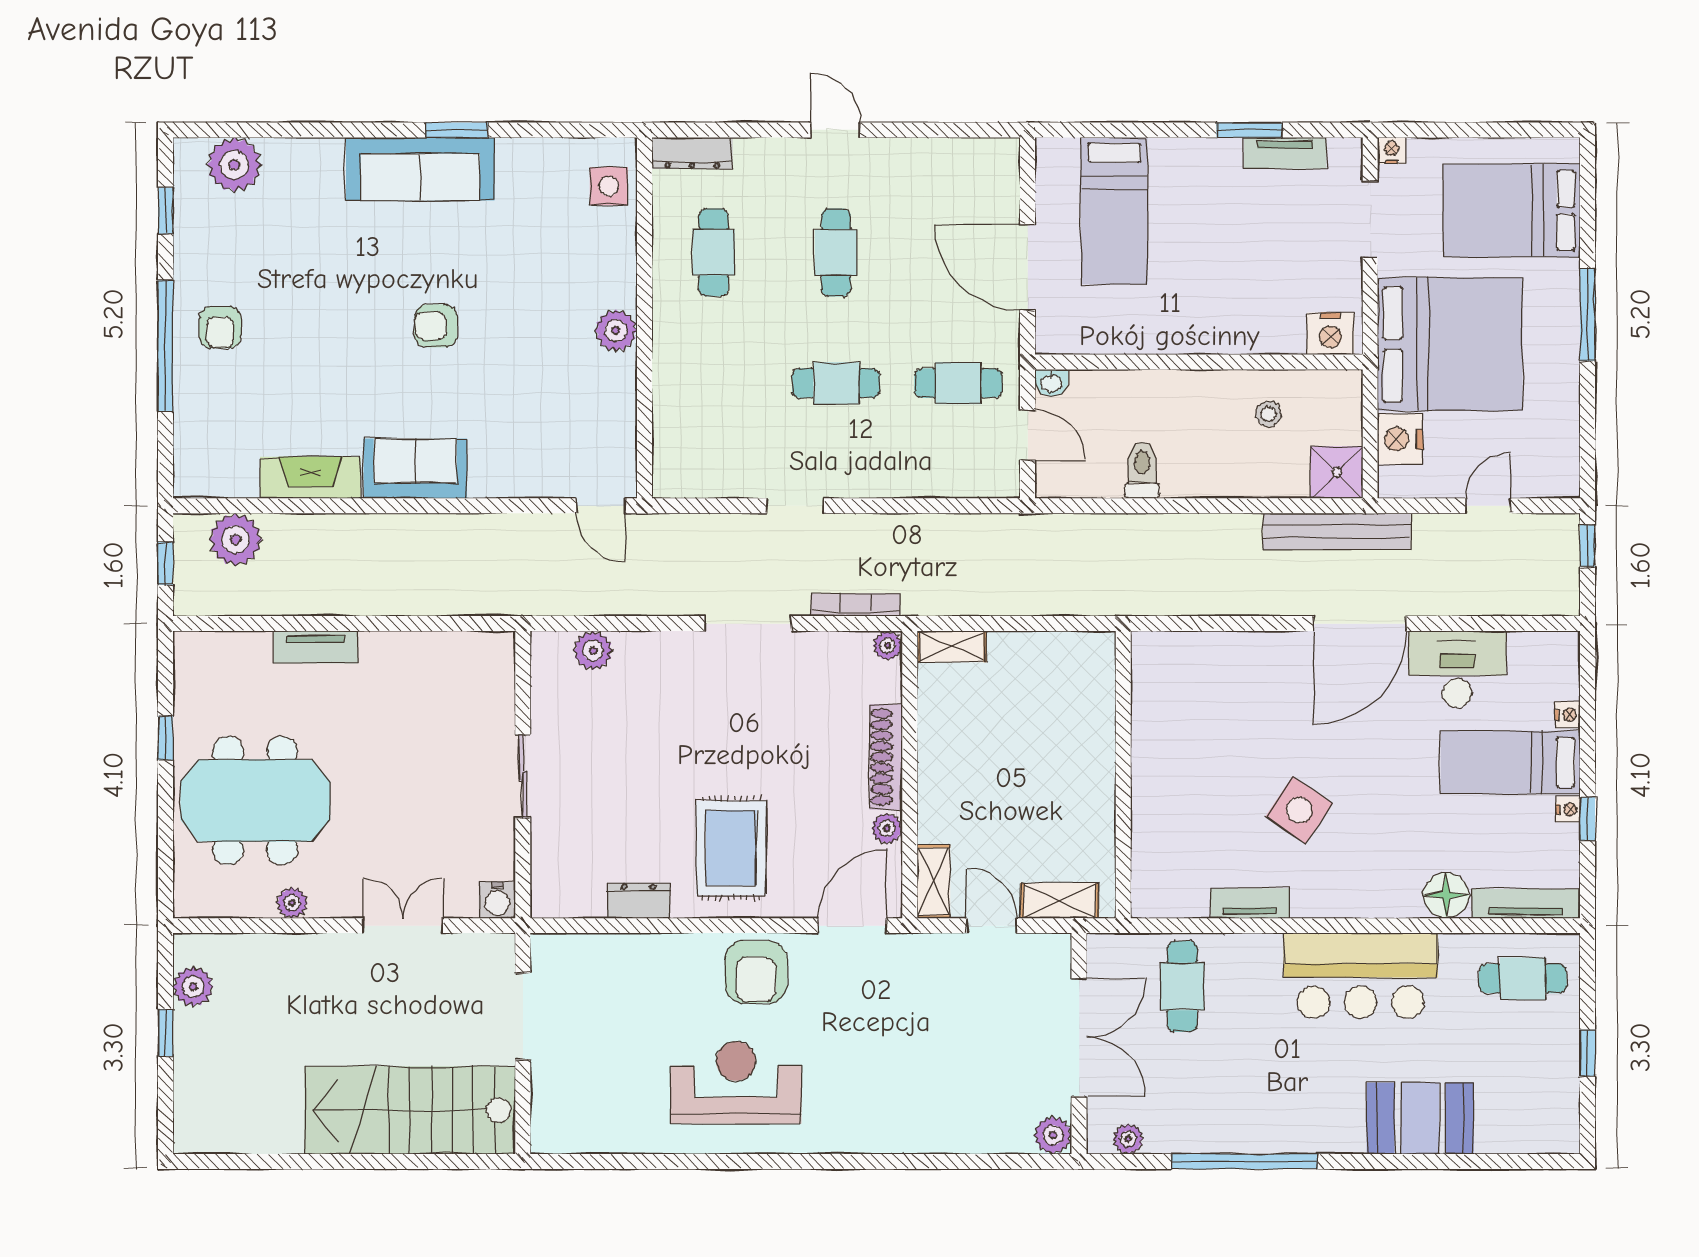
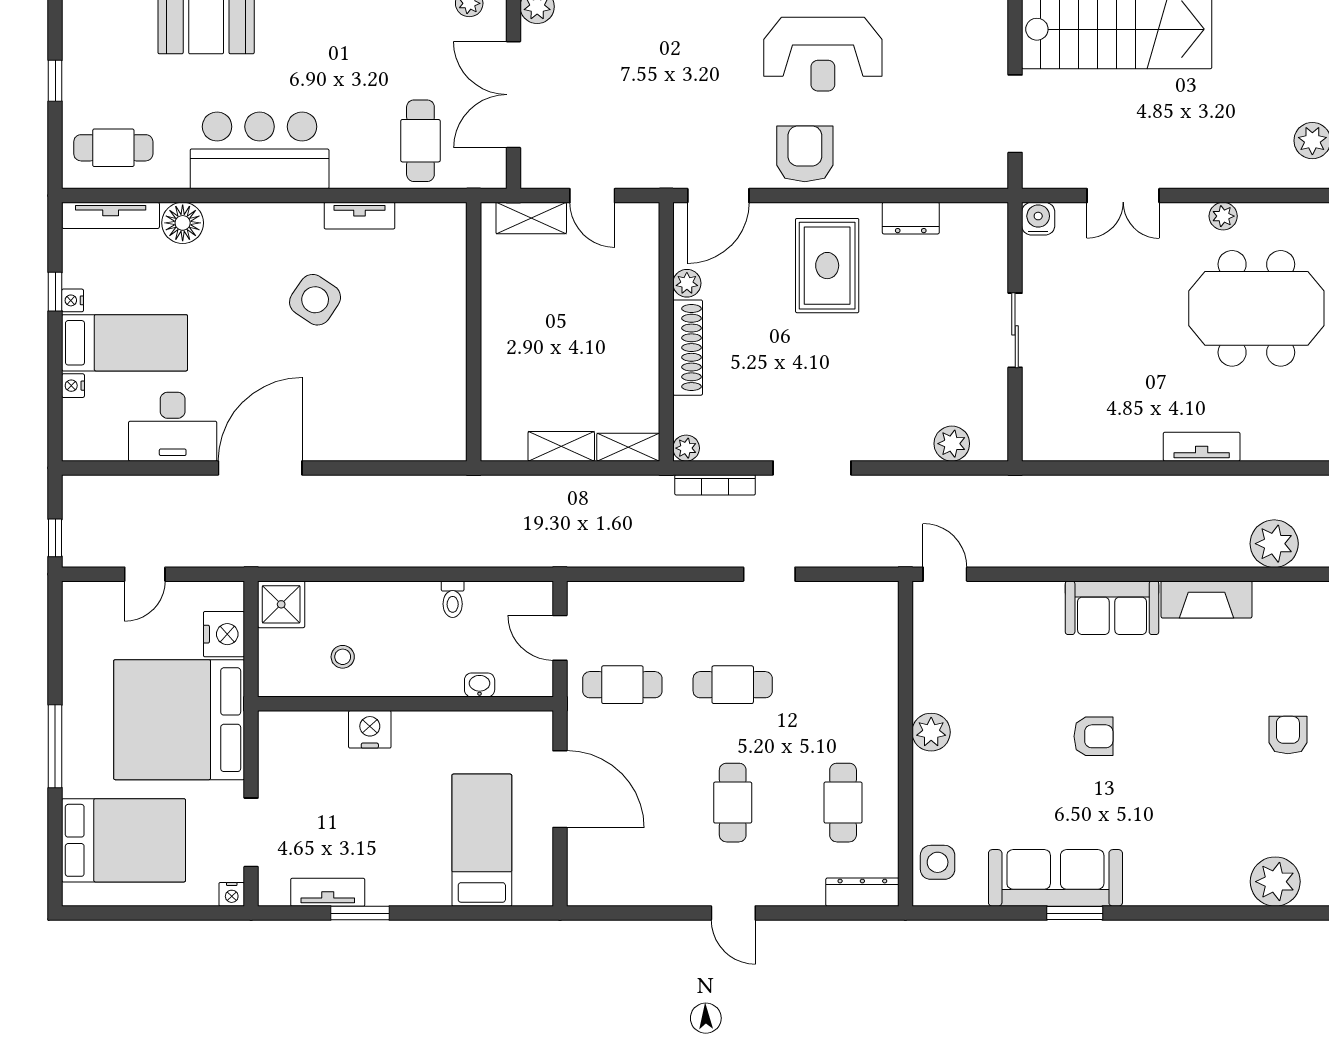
sofa: (420, 169) -> (1055, 878), moved
nightstand: (1331, 334) -> (370, 729), moved
washbasin: (1052, 383) -> (480, 685), moved
toilet: (1142, 470) -> (453, 599), width x0.73, depth x0.72
bench: (1337, 531) -> (281, 551), removed
shelving: (934, 882) -> (561, 446), moved, turned 90

